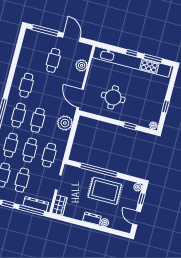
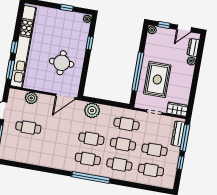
window: (153, 59) -> (10, 70), moved
cafe table: (26, 85) -> (56, 153), removed
rug: (105, 191) -> (157, 80), moved
dresser: (92, 219) -> (193, 47), moved

